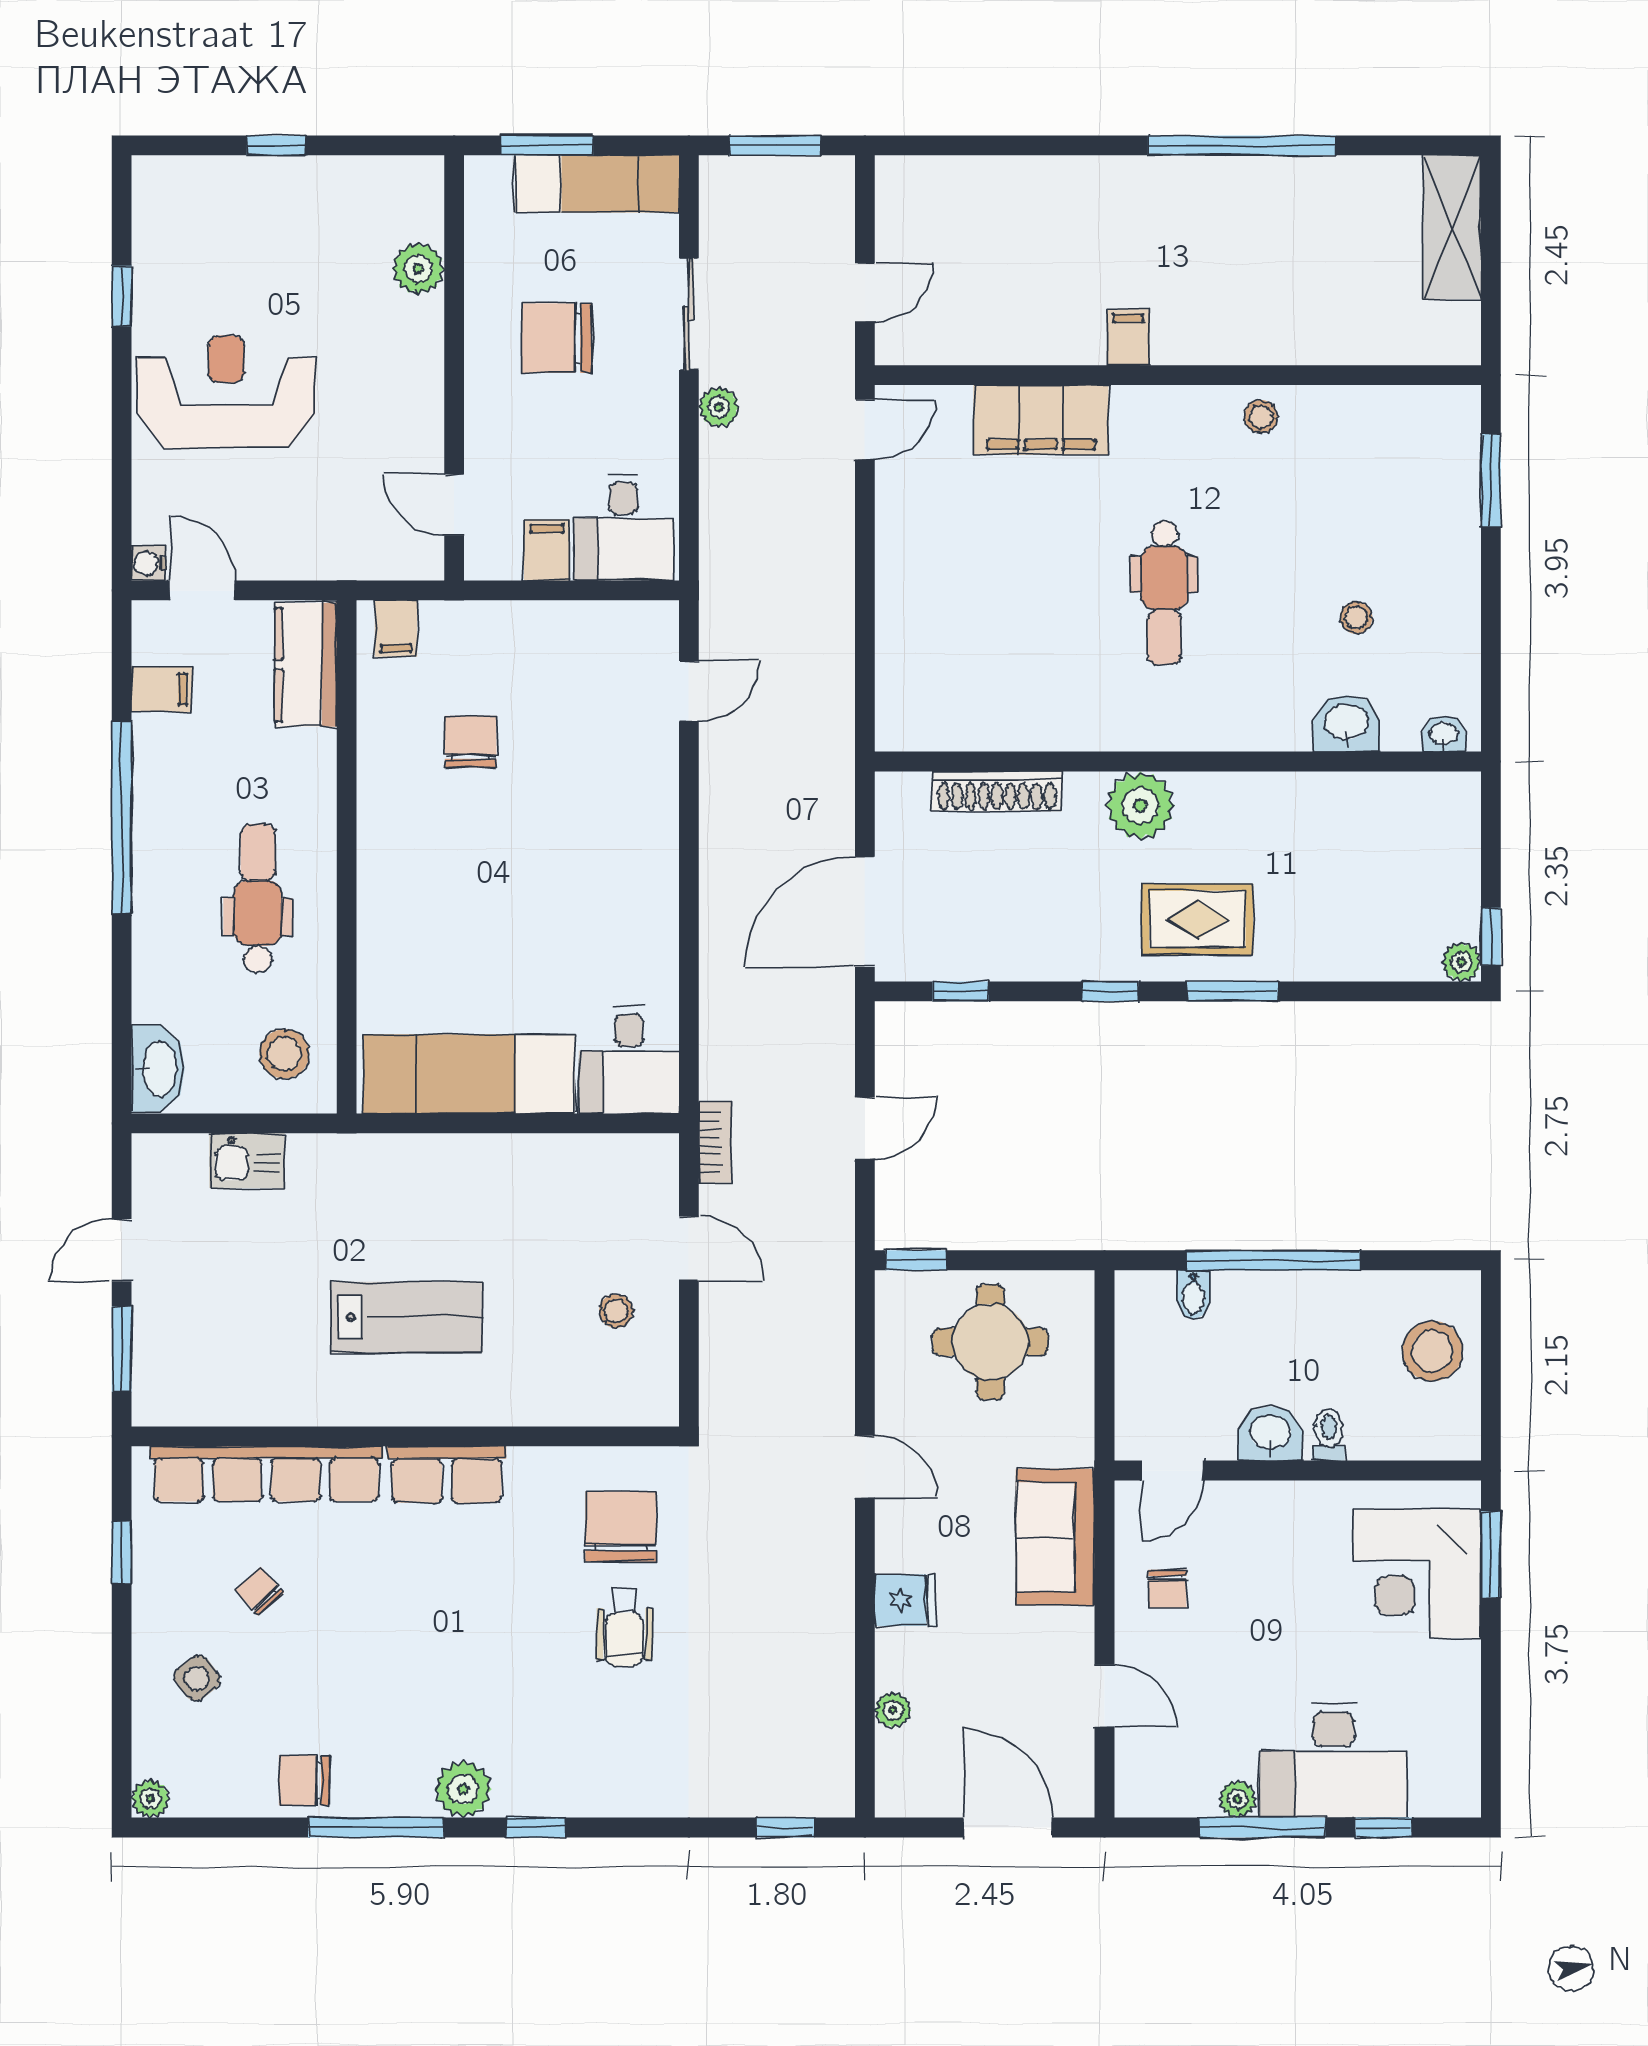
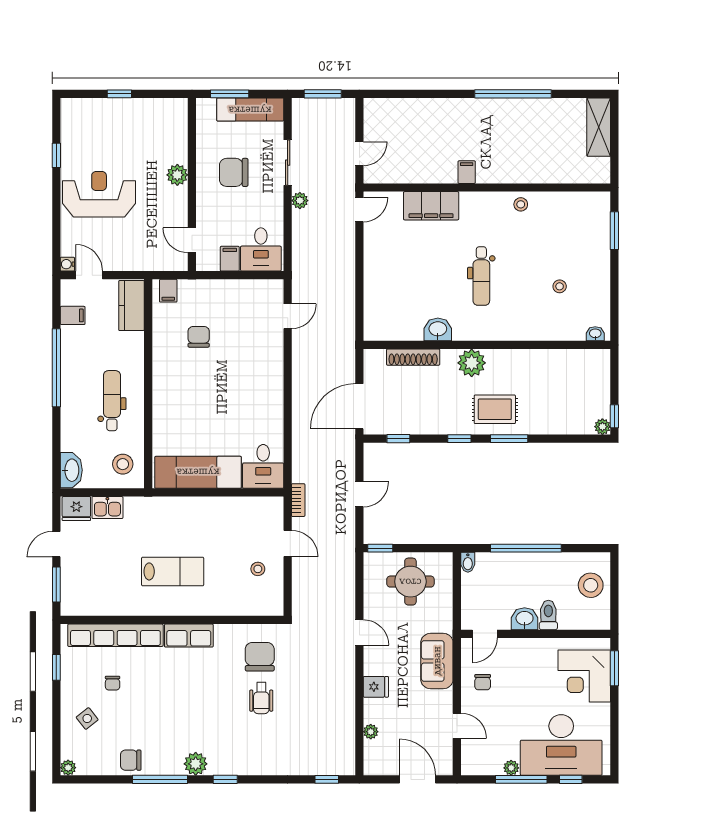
plant: (418, 269) -> (177, 175), moved
washbasin: (1346, 723) -> (438, 329), moved
fridge: (171, 1163) -> (76, 509), added
bidet: (1193, 1295) -> (468, 562), moved
toilet: (1329, 1434) -> (548, 615), width x1.37, depth x1.39
chair: (259, 1591) -> (113, 683), turned -138
desk: (1333, 1760) -> (561, 745), width x1.36, depth x1.30

